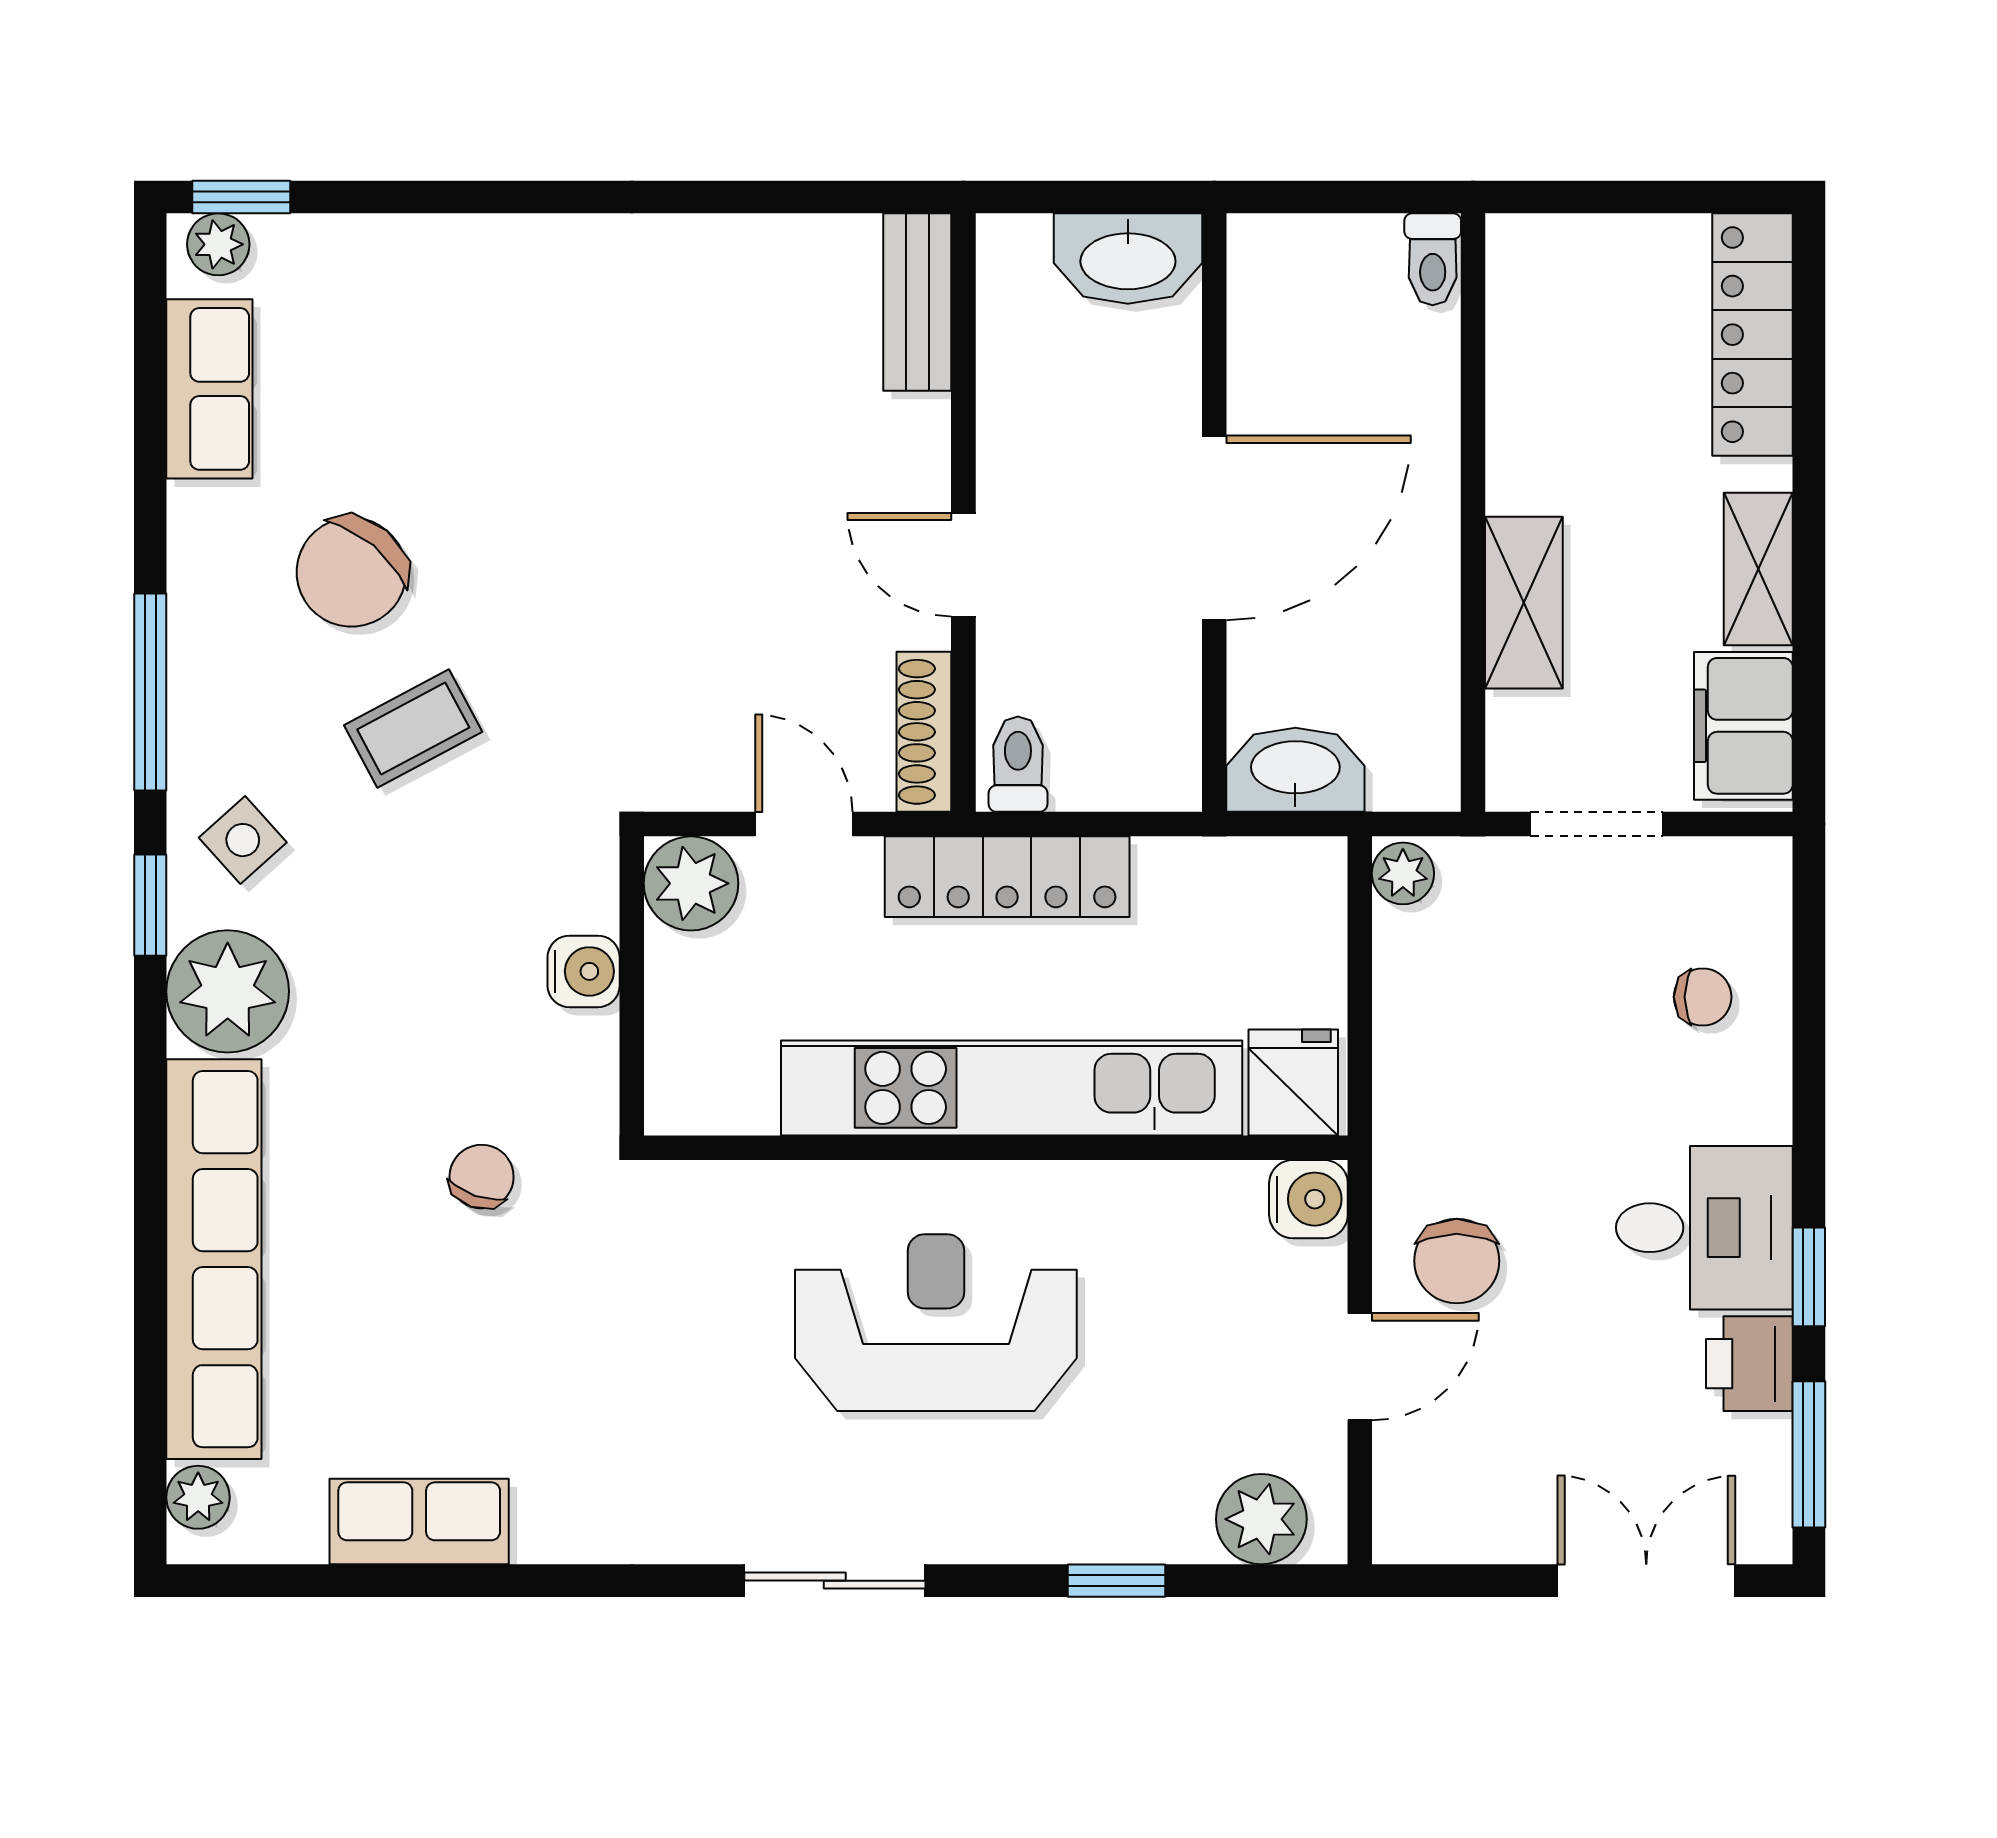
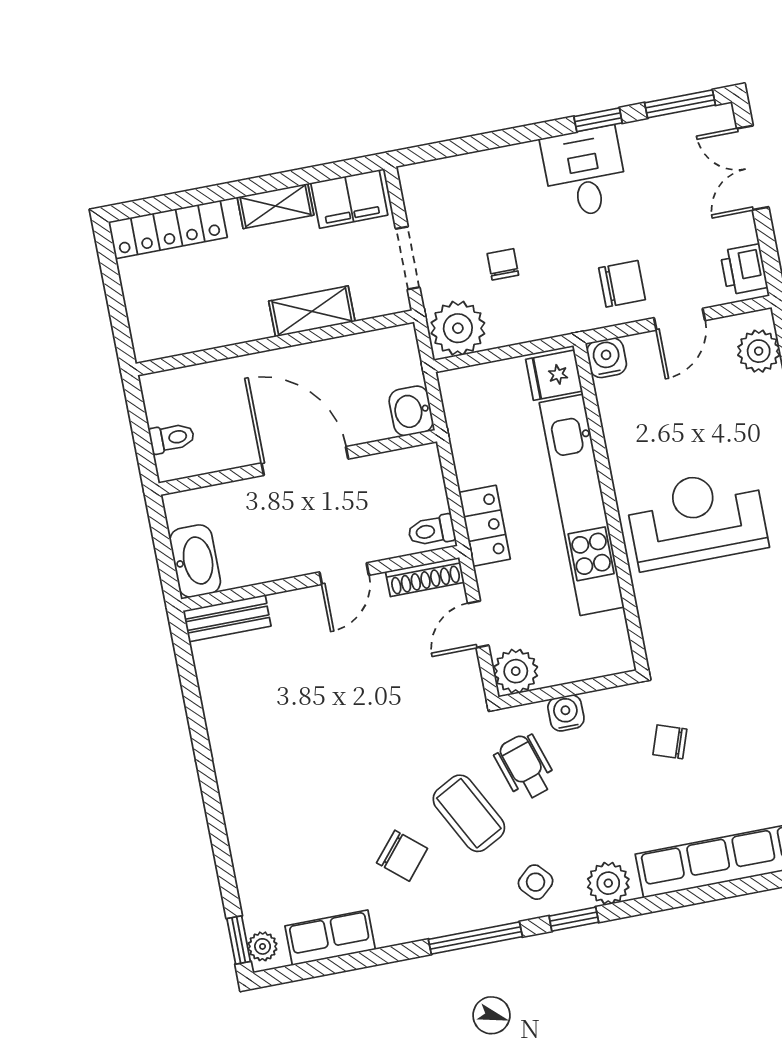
washbasin: (1128, 259) -> (195, 561), moved
toilet: (1433, 259) -> (172, 438), moved
chair: (351, 572) -> (402, 856), width x0.73, depth x0.73
coffee table: (413, 728) -> (469, 813), width x1.36, depth x1.30
washbasin: (1295, 770) -> (411, 411), width x0.72
wheelchair: (487, 864) -> (525, 767), added
plant: (1403, 873) -> (458, 328), width x1.88, depth x1.88
locker: (1007, 877) -> (484, 526), width x0.66
plant: (228, 991) -> (608, 883), width x0.73, depth x0.73
chair: (1703, 997) -> (503, 264), moved
reception desk: (936, 1323) -> (697, 519), turned 90
printer: (1749, 1364) -> (744, 269), moved, turned 90
door: (1360, 1367) -> (679, 319), swing flipped

